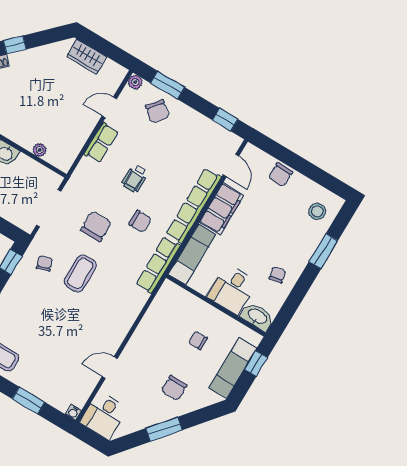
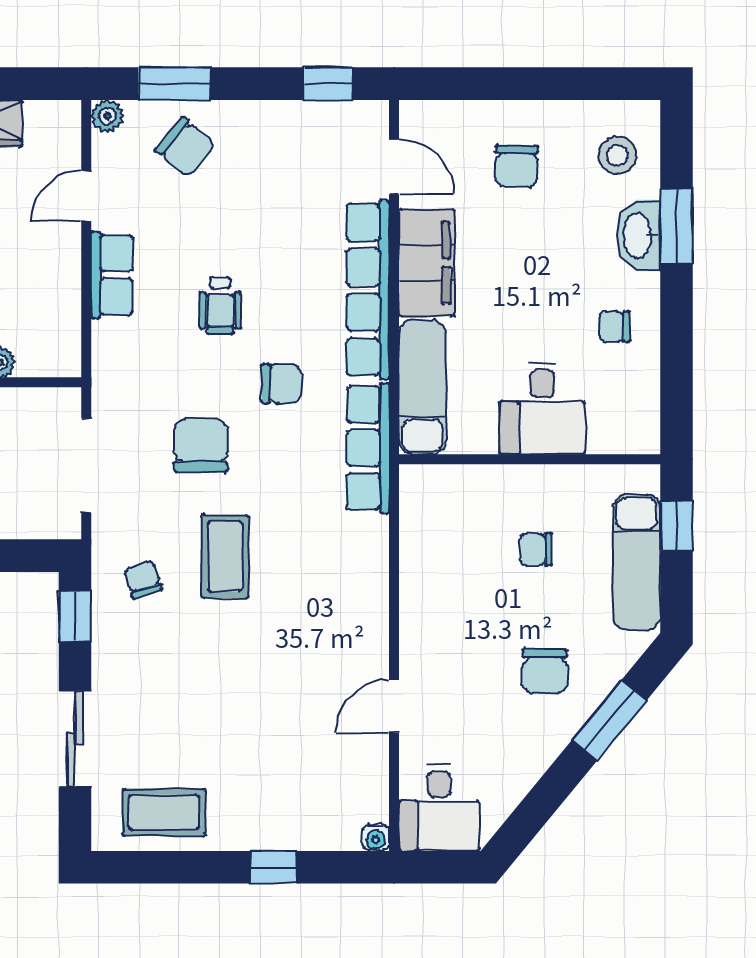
chair: (281, 175) -> (516, 166), moved
chair: (277, 275) -> (614, 327), turned -79
washbasin: (257, 317) -> (639, 235), moved, turned -90
window: (29, 401) -> (274, 867), width x0.67
window: (164, 429) -> (609, 720), moved

